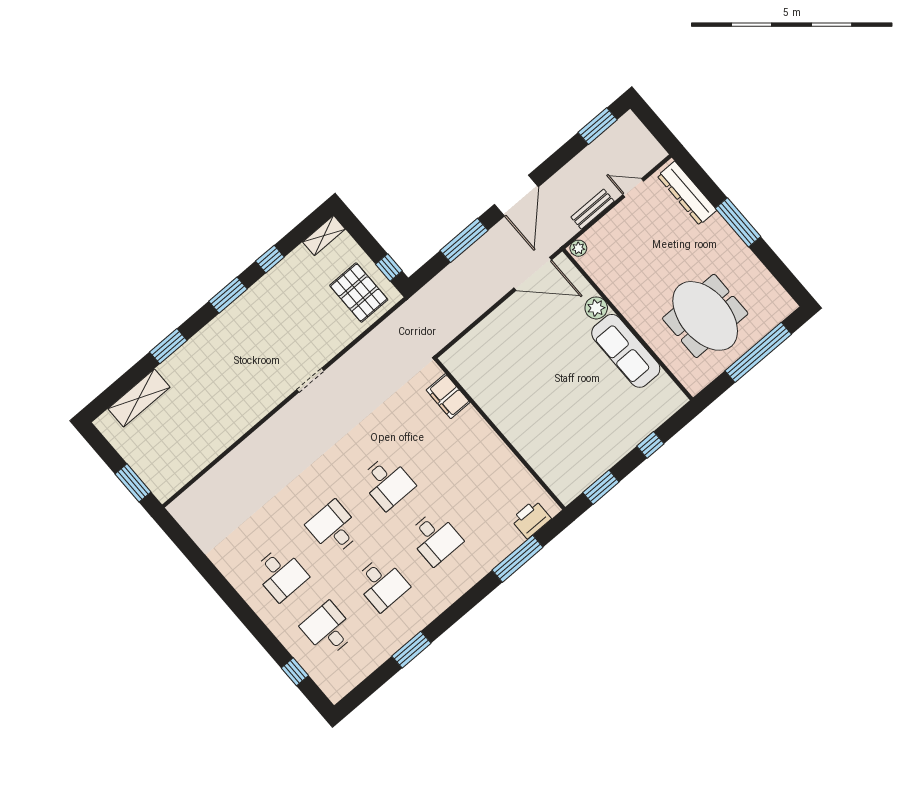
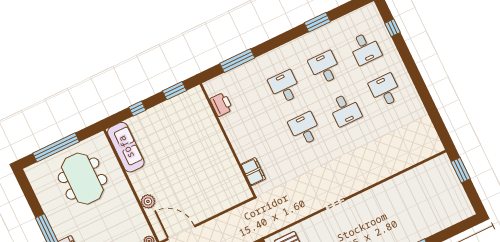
sofa: (626, 351) -> (126, 147), moved
shelving: (139, 398) -> (443, 221), removed
printer: (531, 519) -> (221, 104), moved, turned -90

